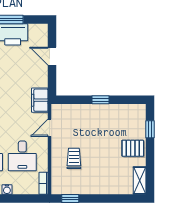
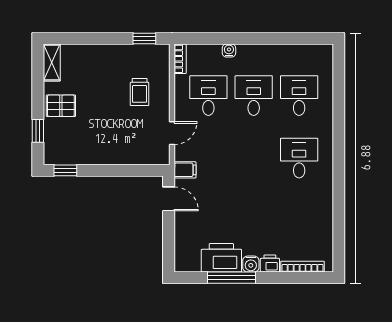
door: (52, 56) -> (169, 199), moved
filing cabinet: (40, 100) -> (185, 170), width x0.50
window: (101, 100) -> (65, 170), moved

